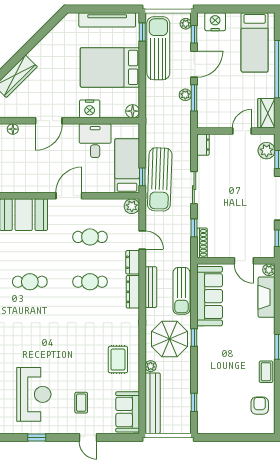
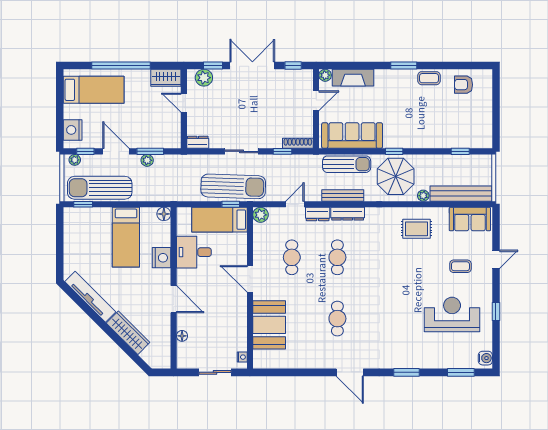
tv unit: (107, 20) -> (90, 297), moved, turned -45
bed: (110, 67) -> (126, 237), width x0.67

